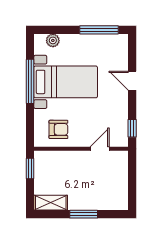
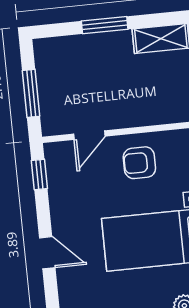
armchair: (58, 129) -> (139, 163), moved
window: (132, 178) -> (31, 93), added

